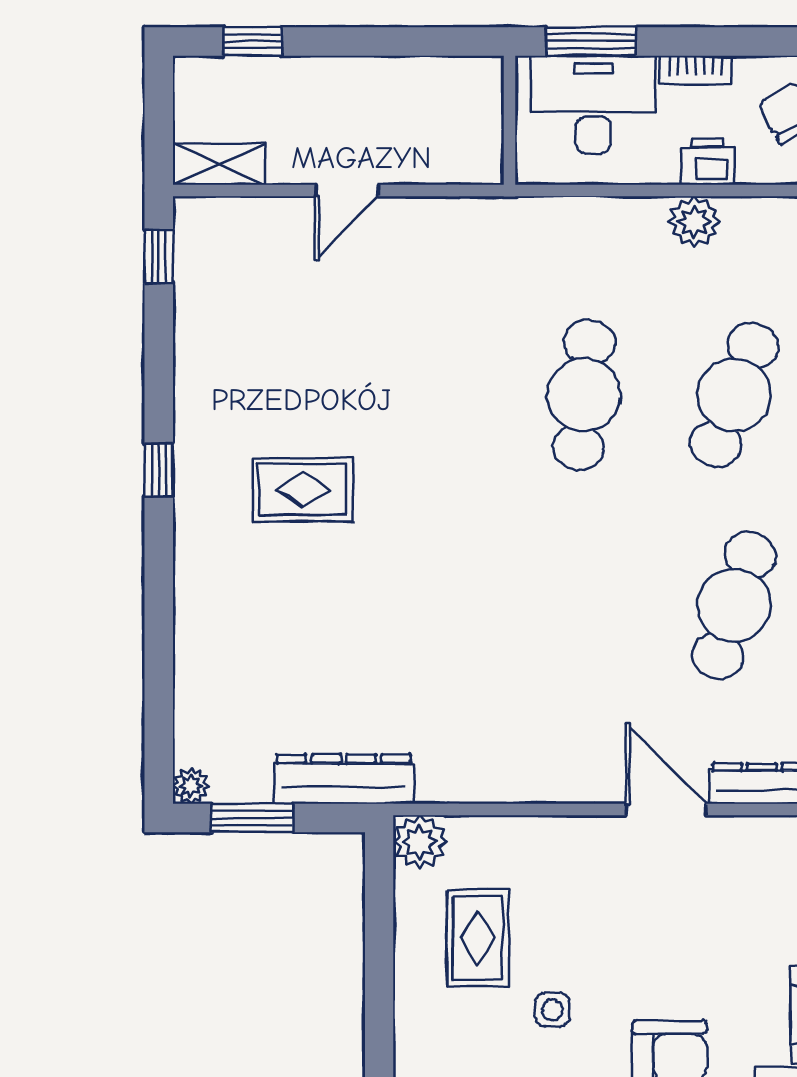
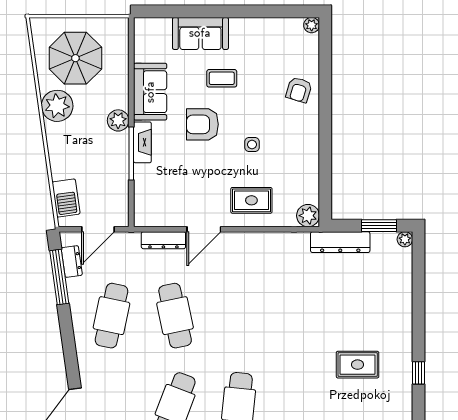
cafe table: (734, 605) -> (175, 316), turned -30
door: (666, 810) -> (204, 229), hinge flipped
rug: (478, 938) -> (251, 200), moved, turned 90

